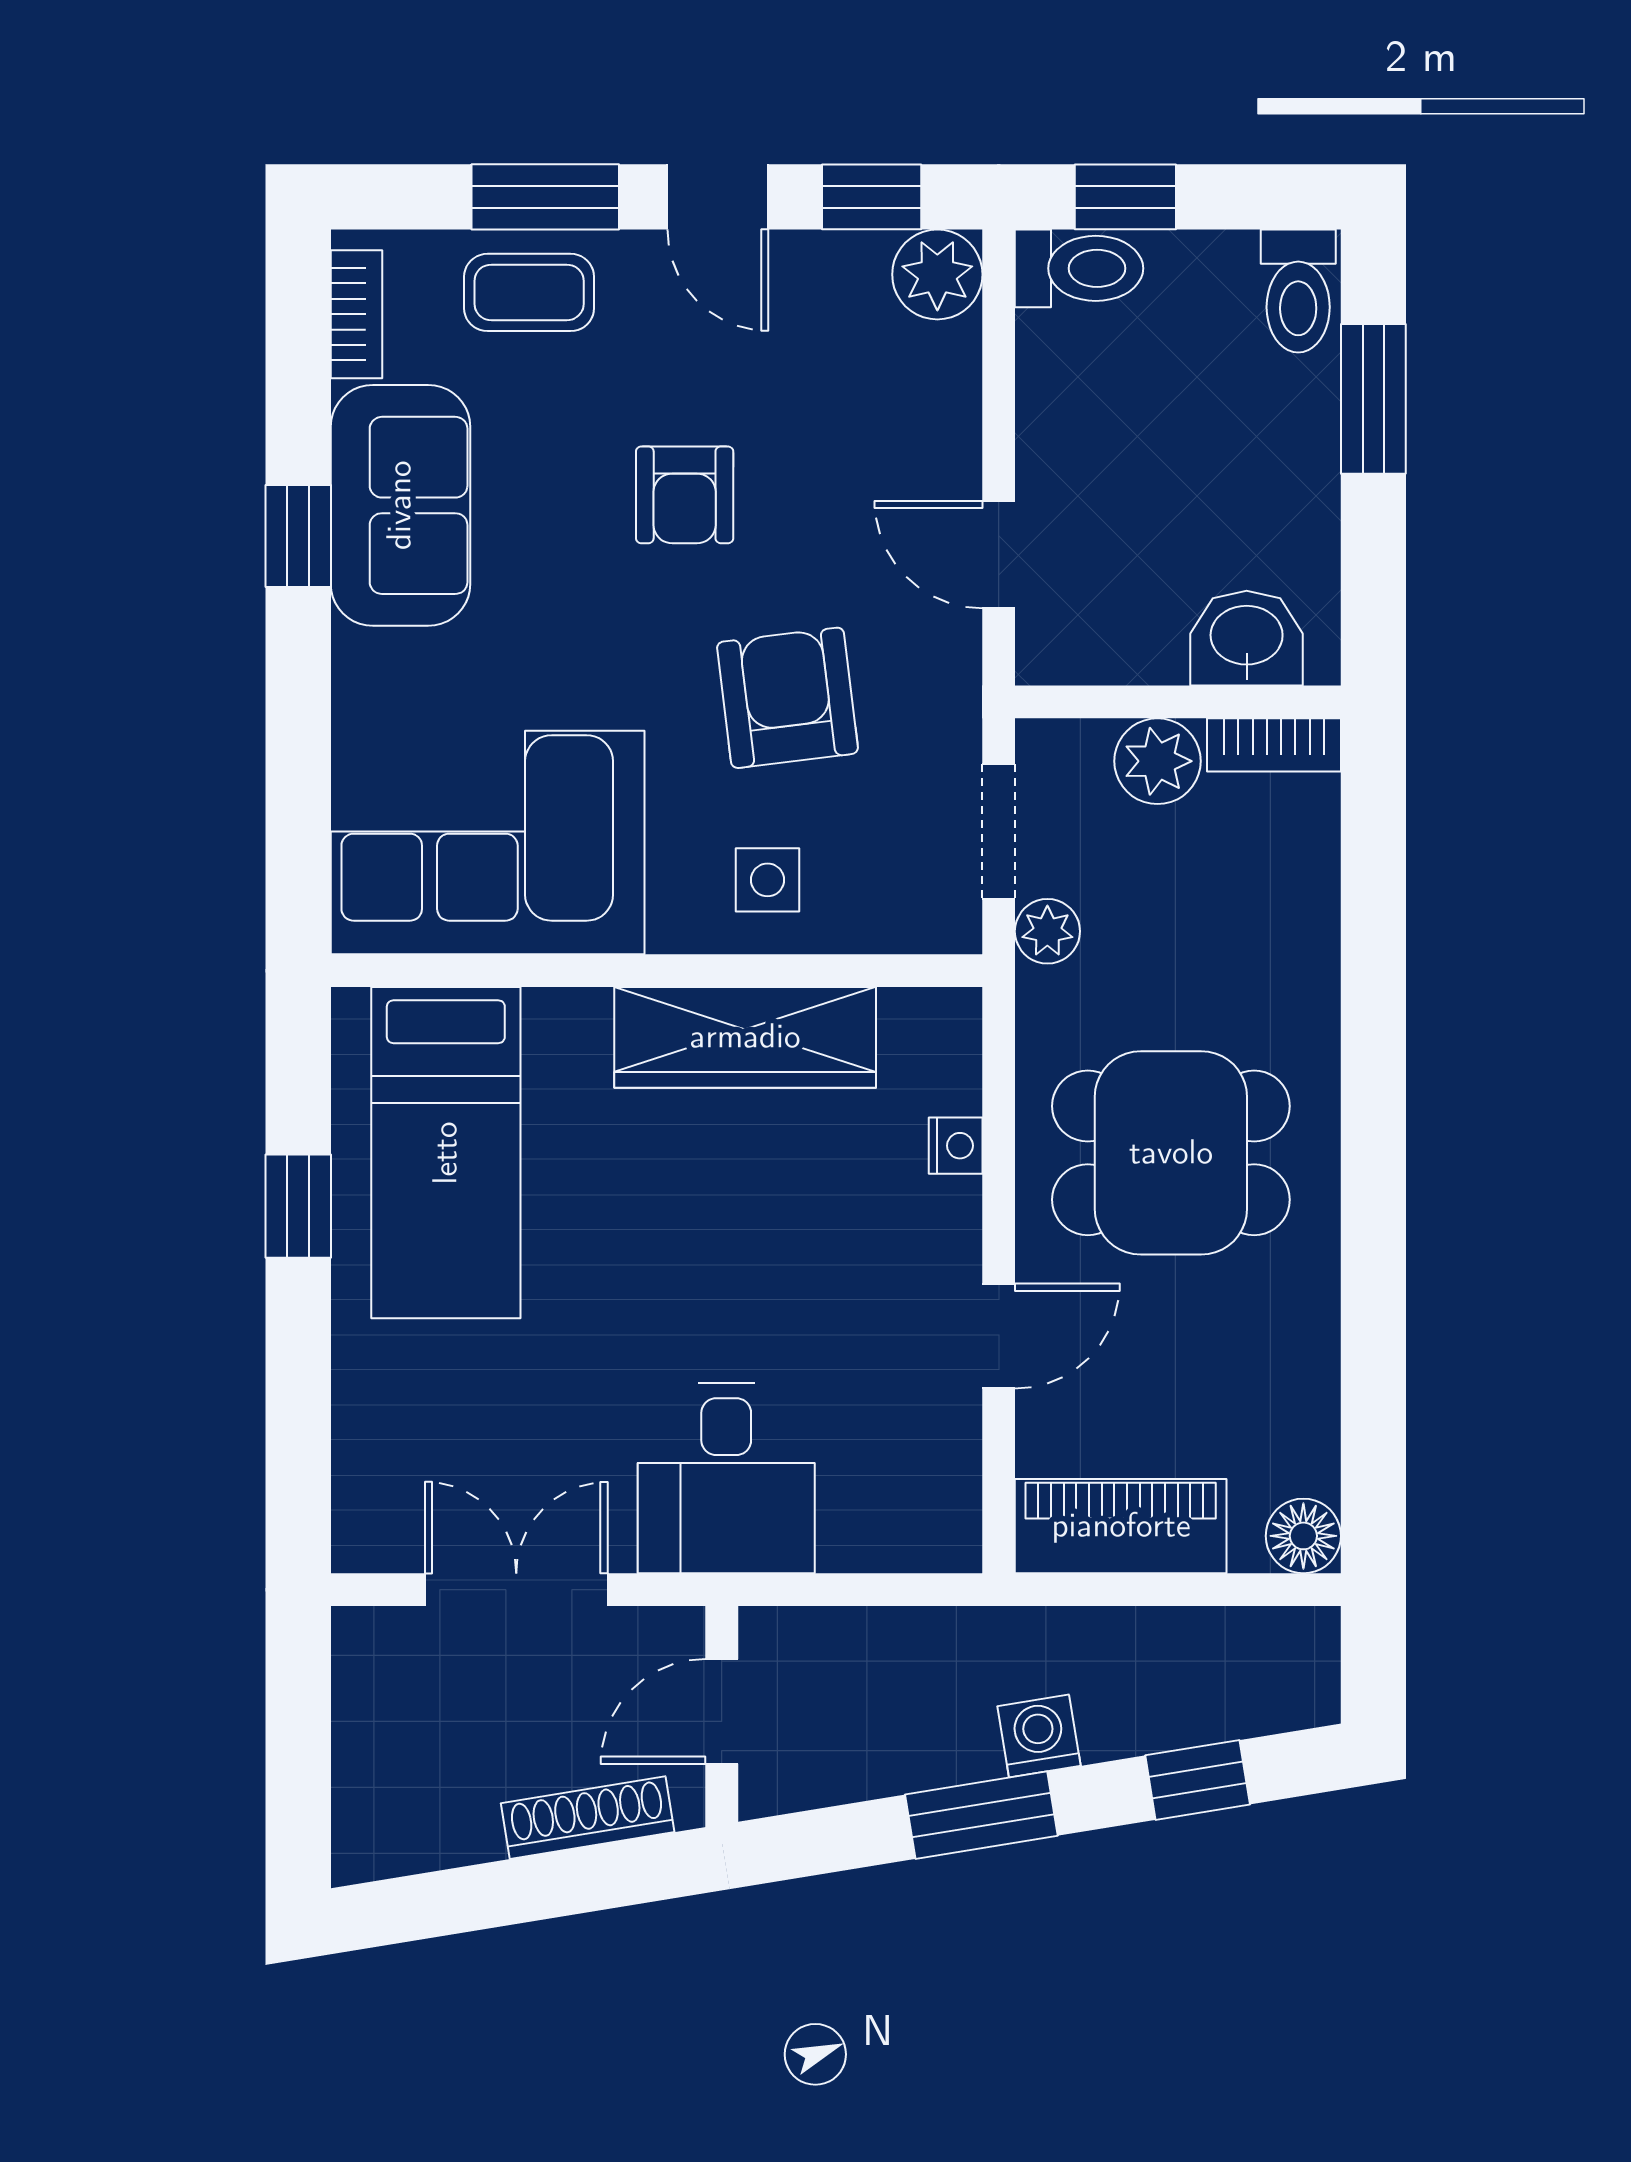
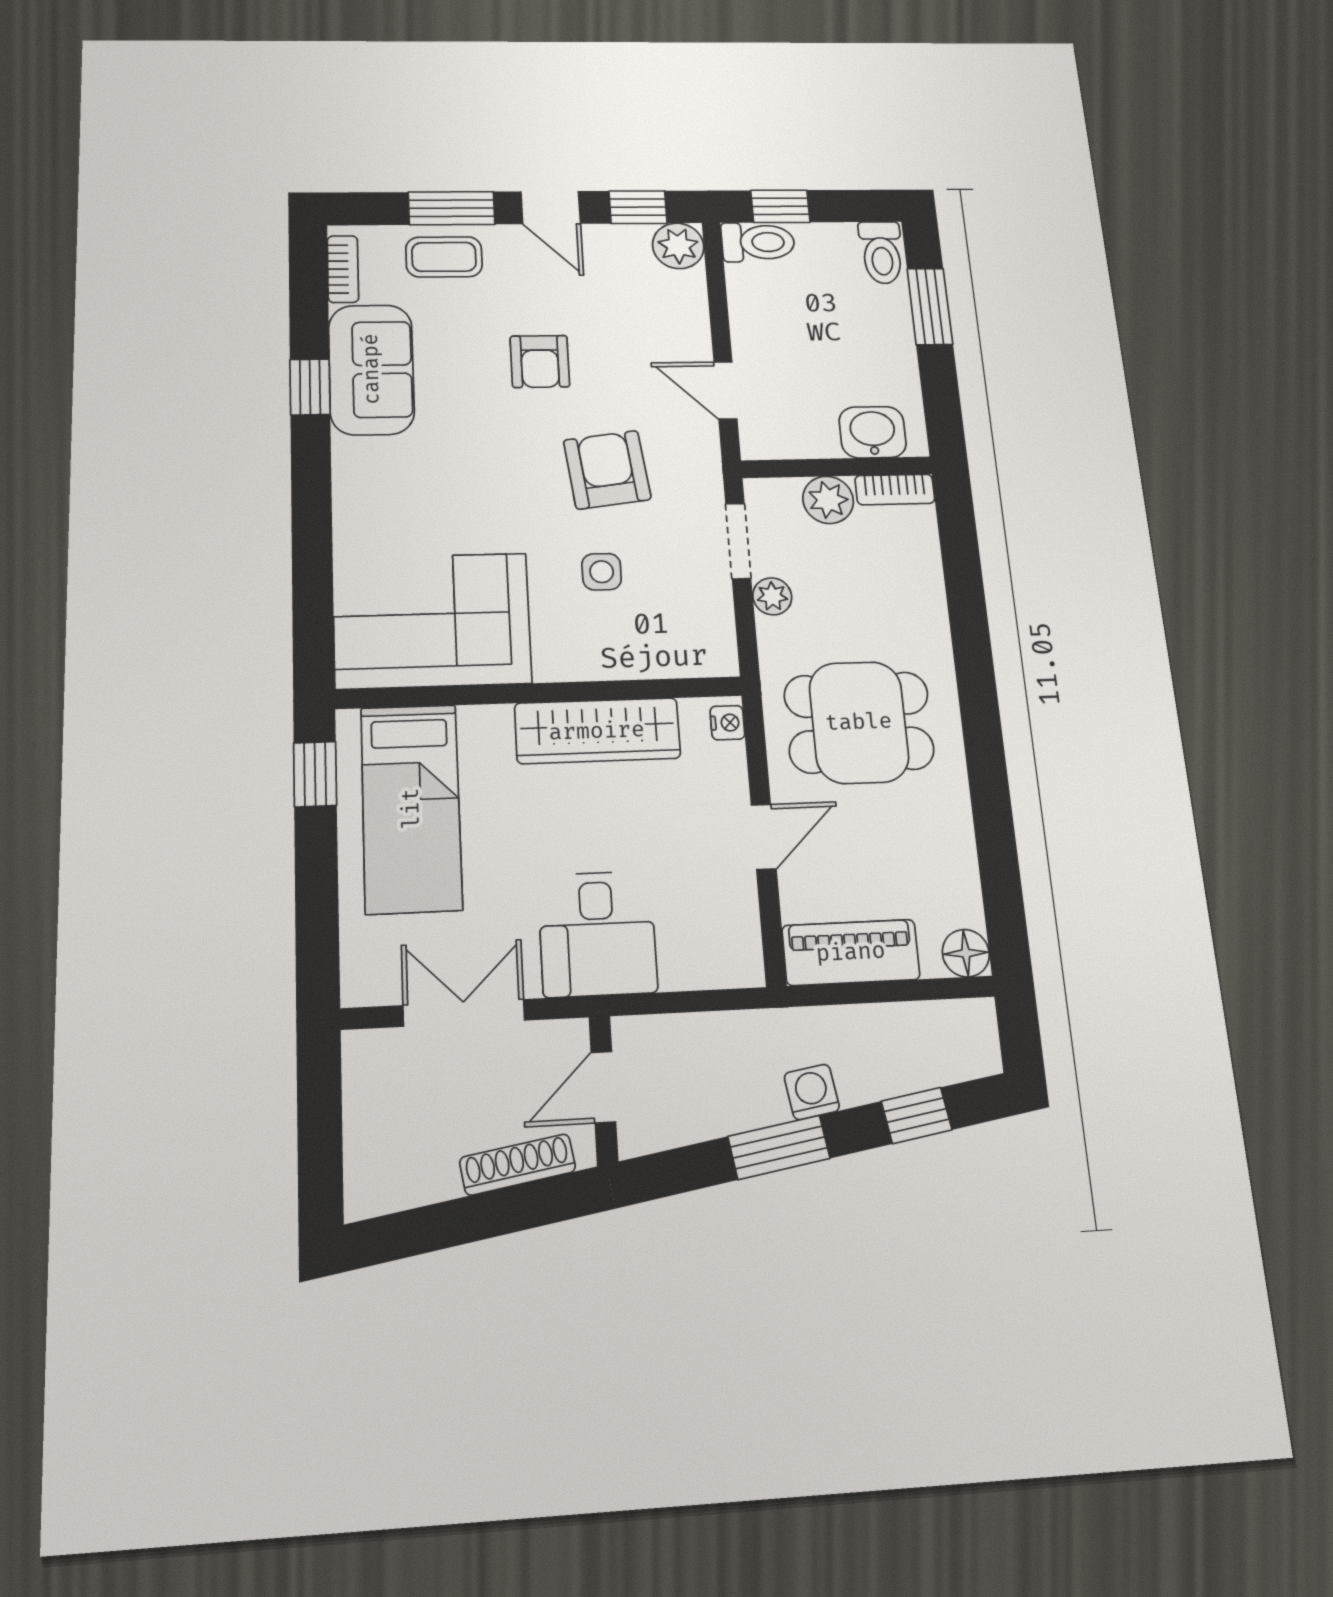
corner sofa: (488, 842) -> (432, 621), moved
wall: (657, 971) -> (540, 693), moved
wardrobe: (745, 1037) -> (597, 731), moved
bed: (446, 1153) -> (411, 808), moved

